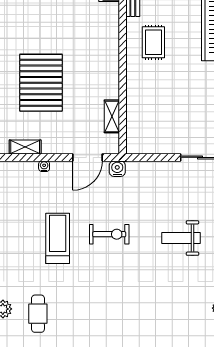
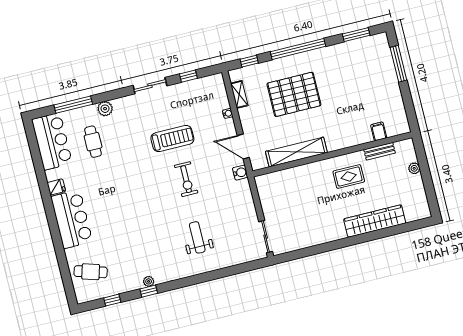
shelving: (112, 116) -> (296, 152), width x2.20, depth x1.33
cafe table: (38, 314) -> (93, 142), moved, turned 90

